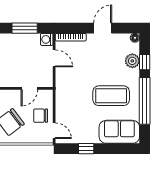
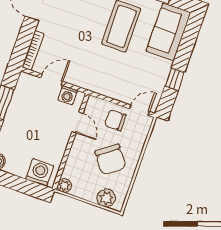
washing machine: (47, 39) -> (68, 95), moved
chair: (41, 116) -> (115, 120), turned 90

